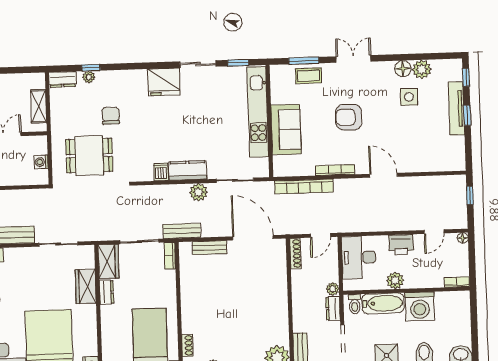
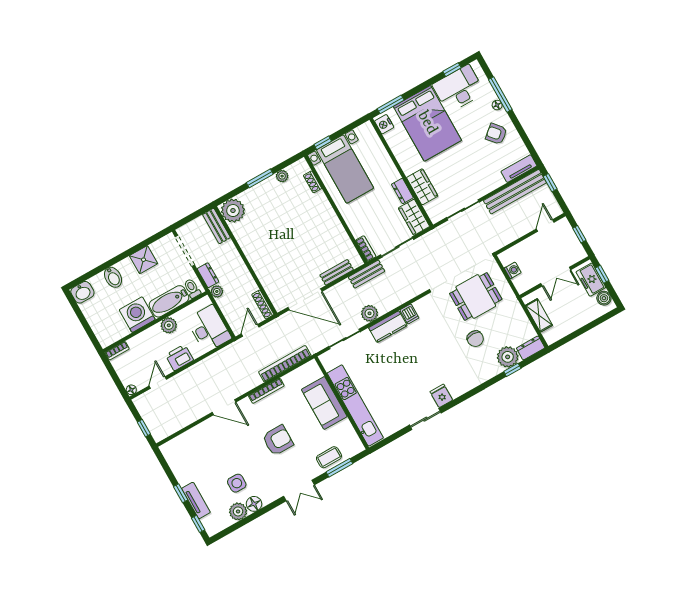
window: (238, 63) -> (393, 438), removed
plant: (89, 77) -> (508, 357), width x1.88, depth x1.88
fridge: (164, 82) -> (441, 396), width x0.53, depth x0.75
tv unit: (457, 108) -> (196, 500), width x0.71

